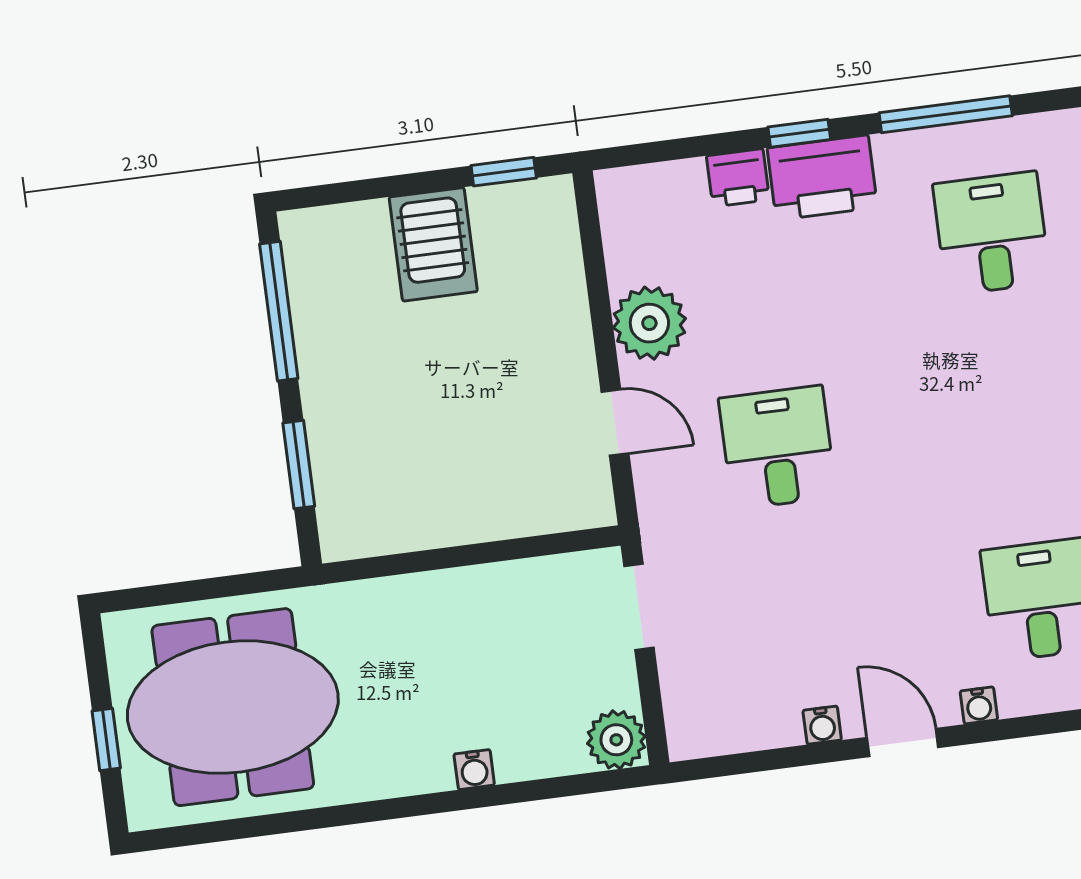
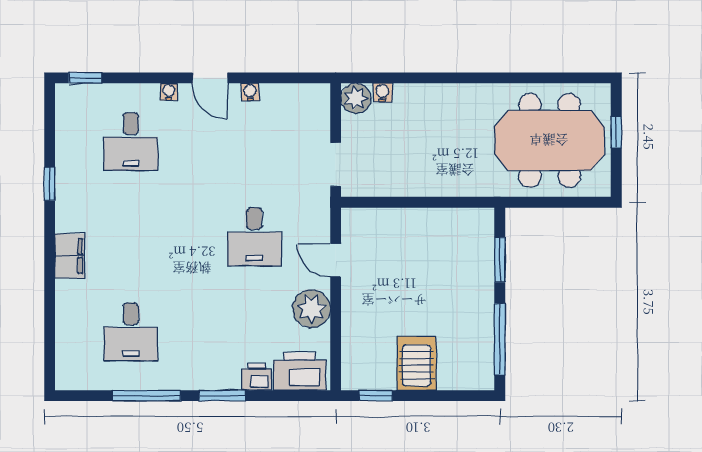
window: (799, 133) -> (222, 396), width x1.50
printer: (822, 178) -> (300, 371), moved
water cooler: (474, 770) -> (382, 92), moved

